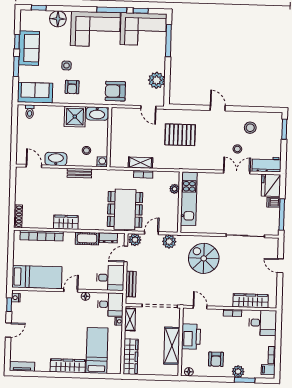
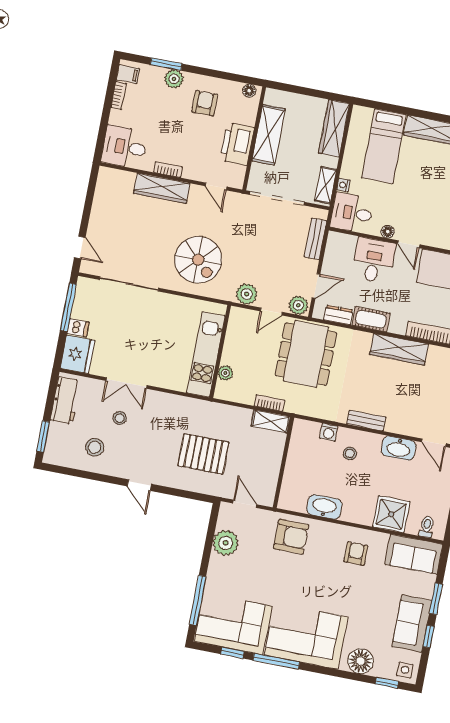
side table: (66, 66) -> (405, 670), moved
shower: (75, 117) -> (391, 514), moved
wall: (109, 137) -> (283, 462), moved
workbench: (267, 164) -> (65, 401), moved, turned -90
wardrobe: (66, 222) -> (399, 349), width x1.50
door: (280, 266) -> (80, 248), moved
desk: (110, 278) -> (374, 260), moved, turned 90
door: (71, 290) -> (409, 244), hinge flipped
wardrobe: (251, 301) -> (162, 188), moved

